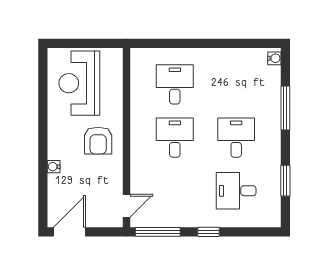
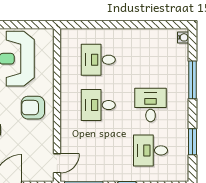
desk: (175, 84) -> (98, 60), turned -90
desk: (175, 138) -> (98, 105), turned -90
armchair: (98, 141) -> (33, 108), turned 90

